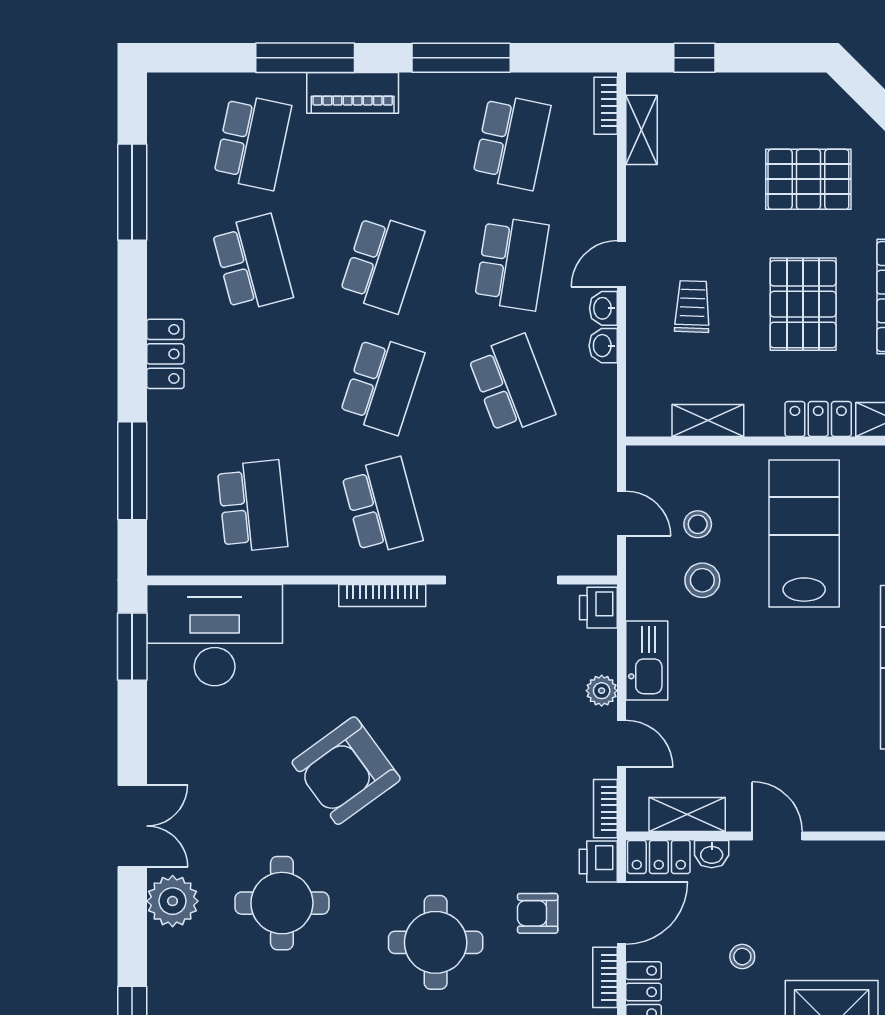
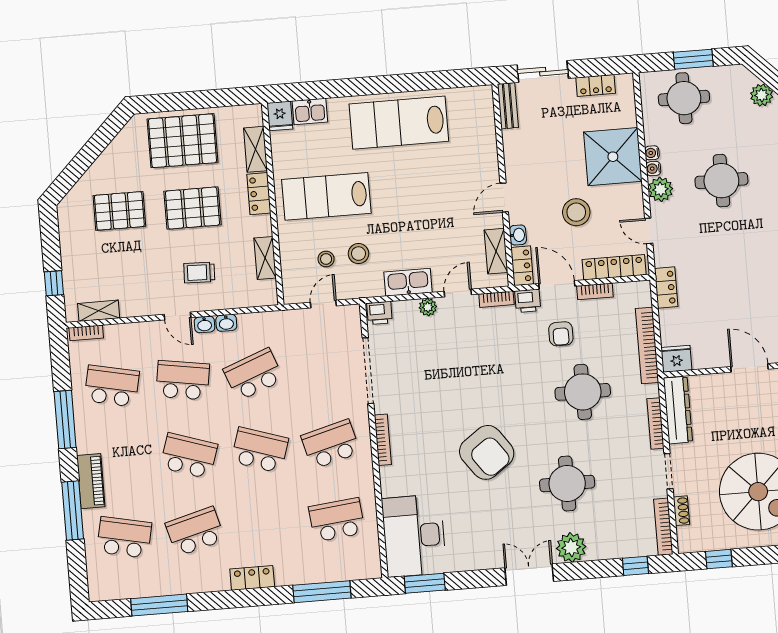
pallet: (808, 179) -> (119, 211), turned 90
stool: (742, 957) -> (576, 212), width x1.89, depth x1.89

